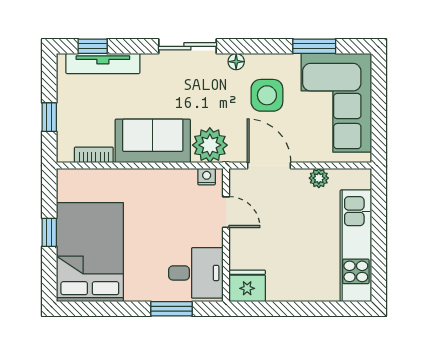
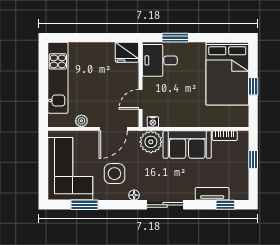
tv unit: (103, 63) -> (212, 194), width x0.71
door: (269, 166) -> (113, 129), hinge flipped
door: (226, 212) -> (141, 99), hinge flipped

